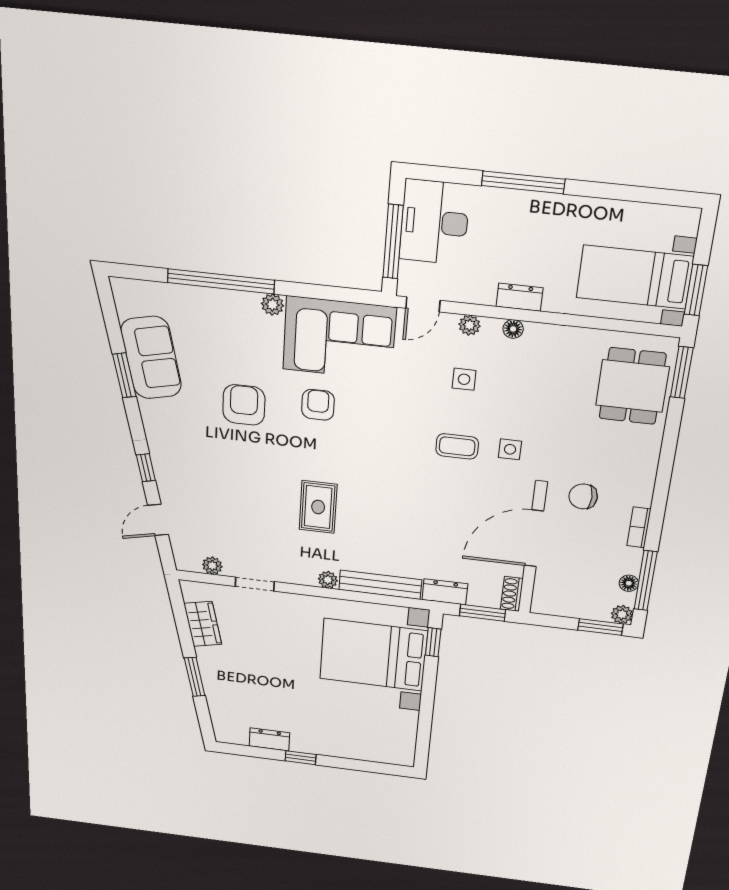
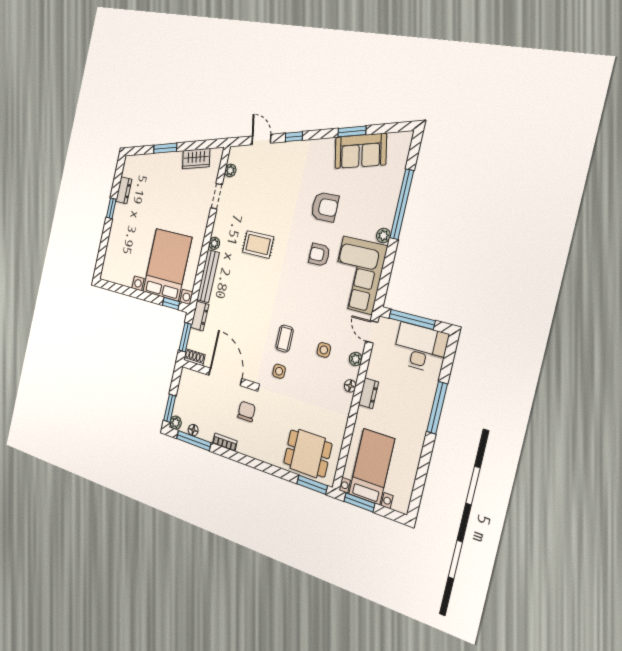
armchair: (318, 405) -> (319, 255), turned 180

